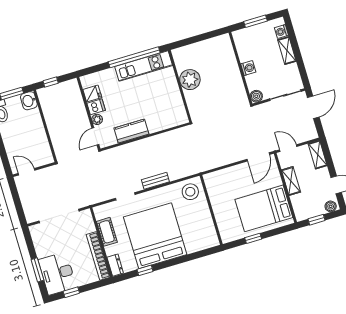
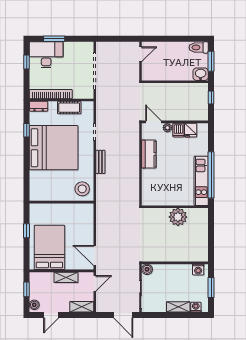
washing machine: (248, 68) -> (198, 270), moved

